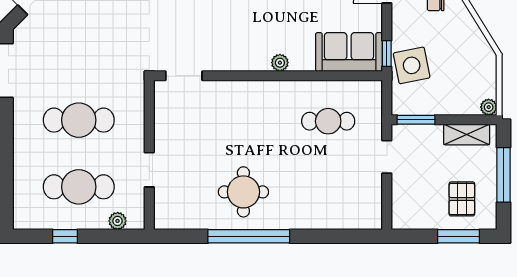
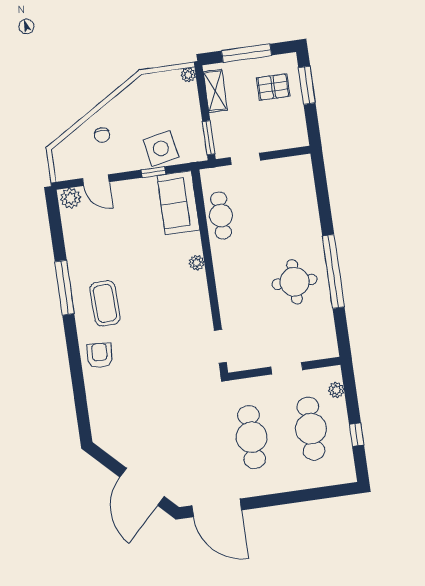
sofa: (349, 52) -> (178, 203), moved
plant: (280, 63) -> (197, 263), moved
doorway: (184, 76) -> (220, 346), moved
wall: (268, 76) -> (210, 272), moved

